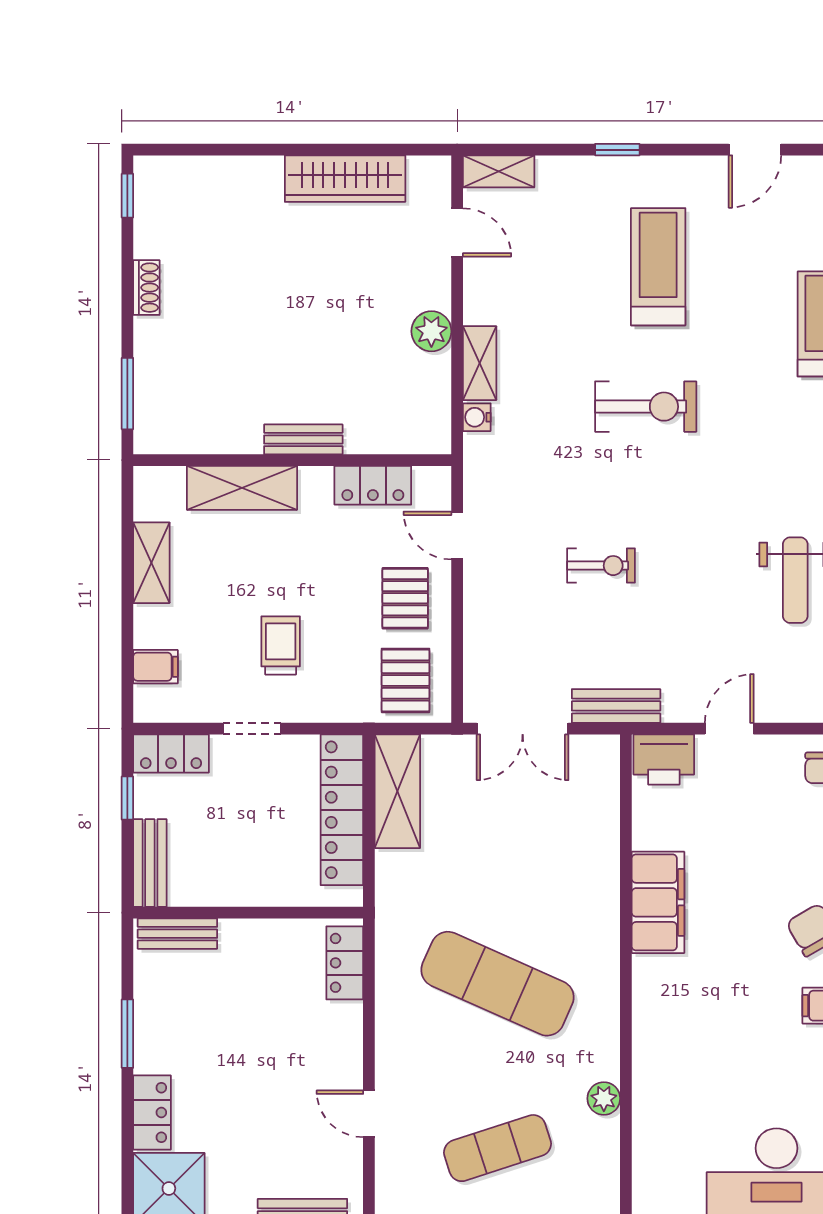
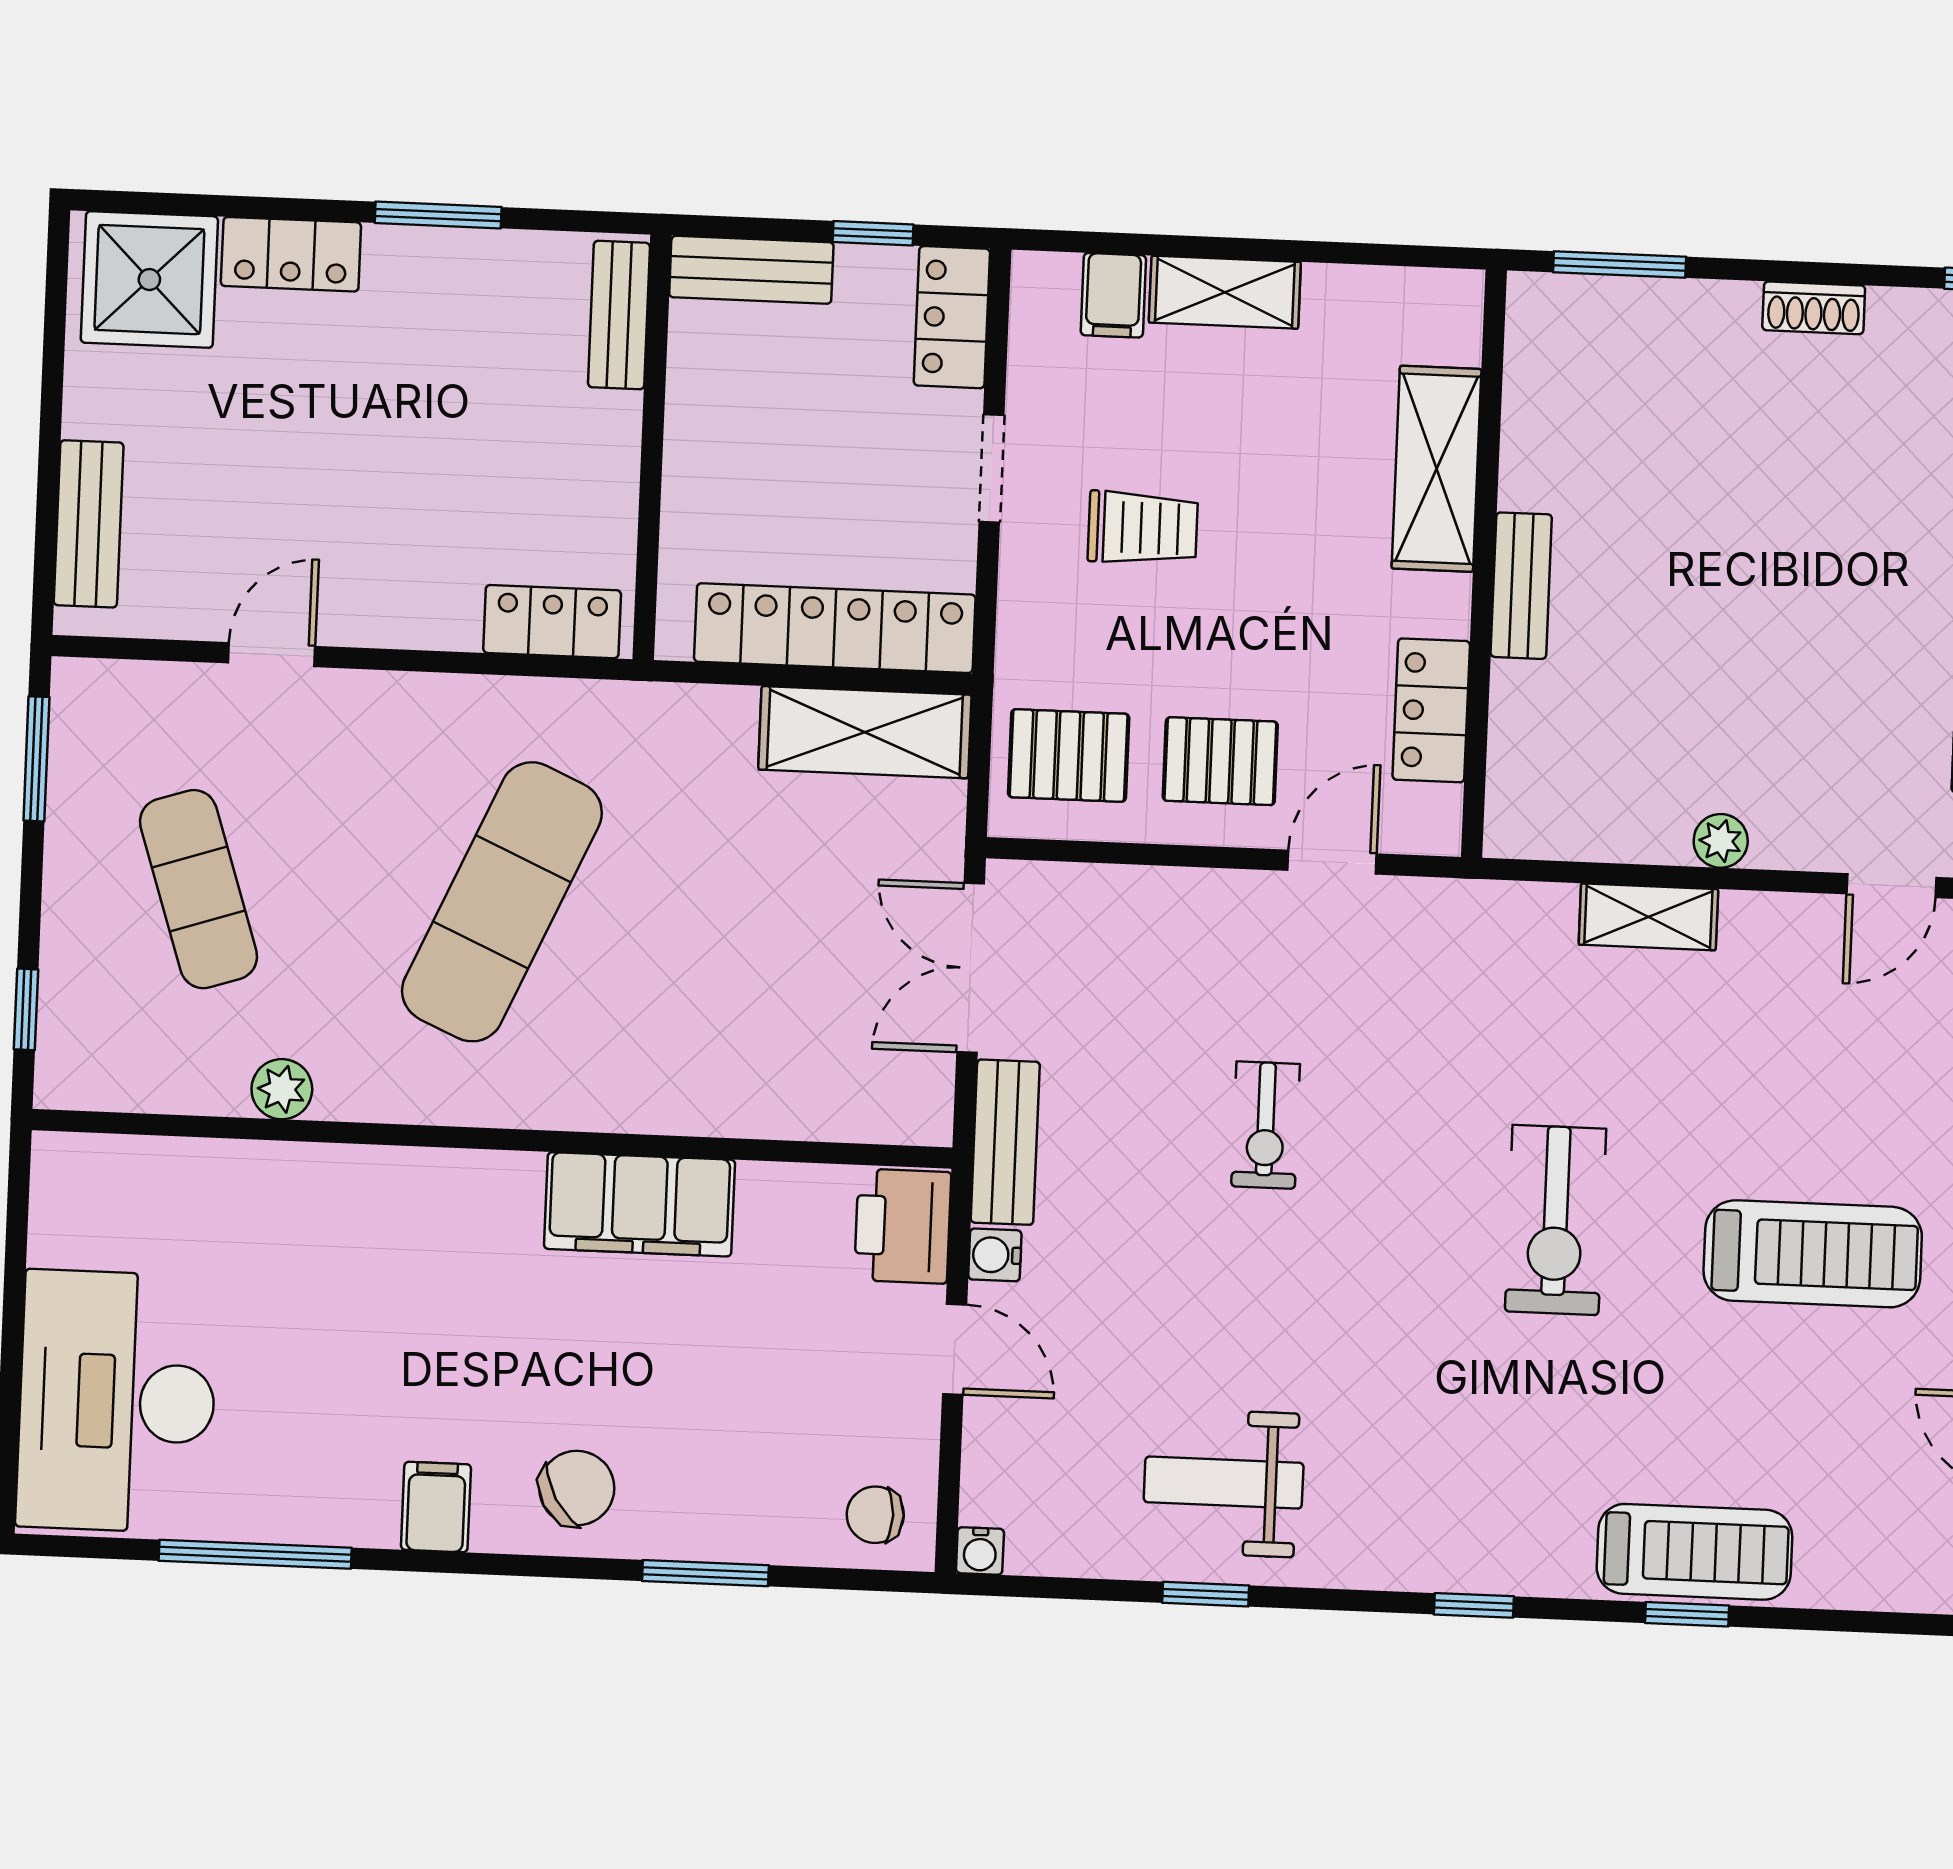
plant: (431, 331) -> (1721, 841), width x0.73, depth x0.73
water cooler: (477, 417) -> (995, 1255), moved, turned -90
shelving: (151, 563) -> (1225, 292), moved

